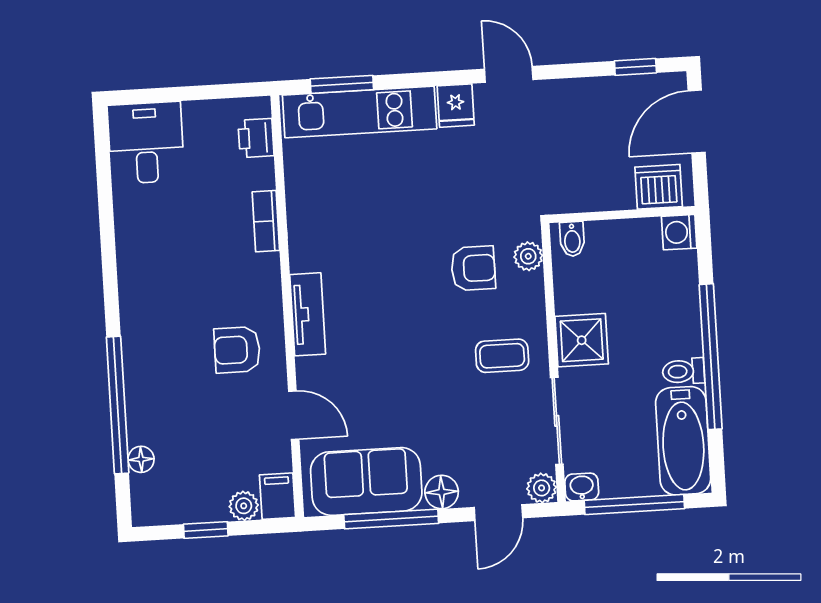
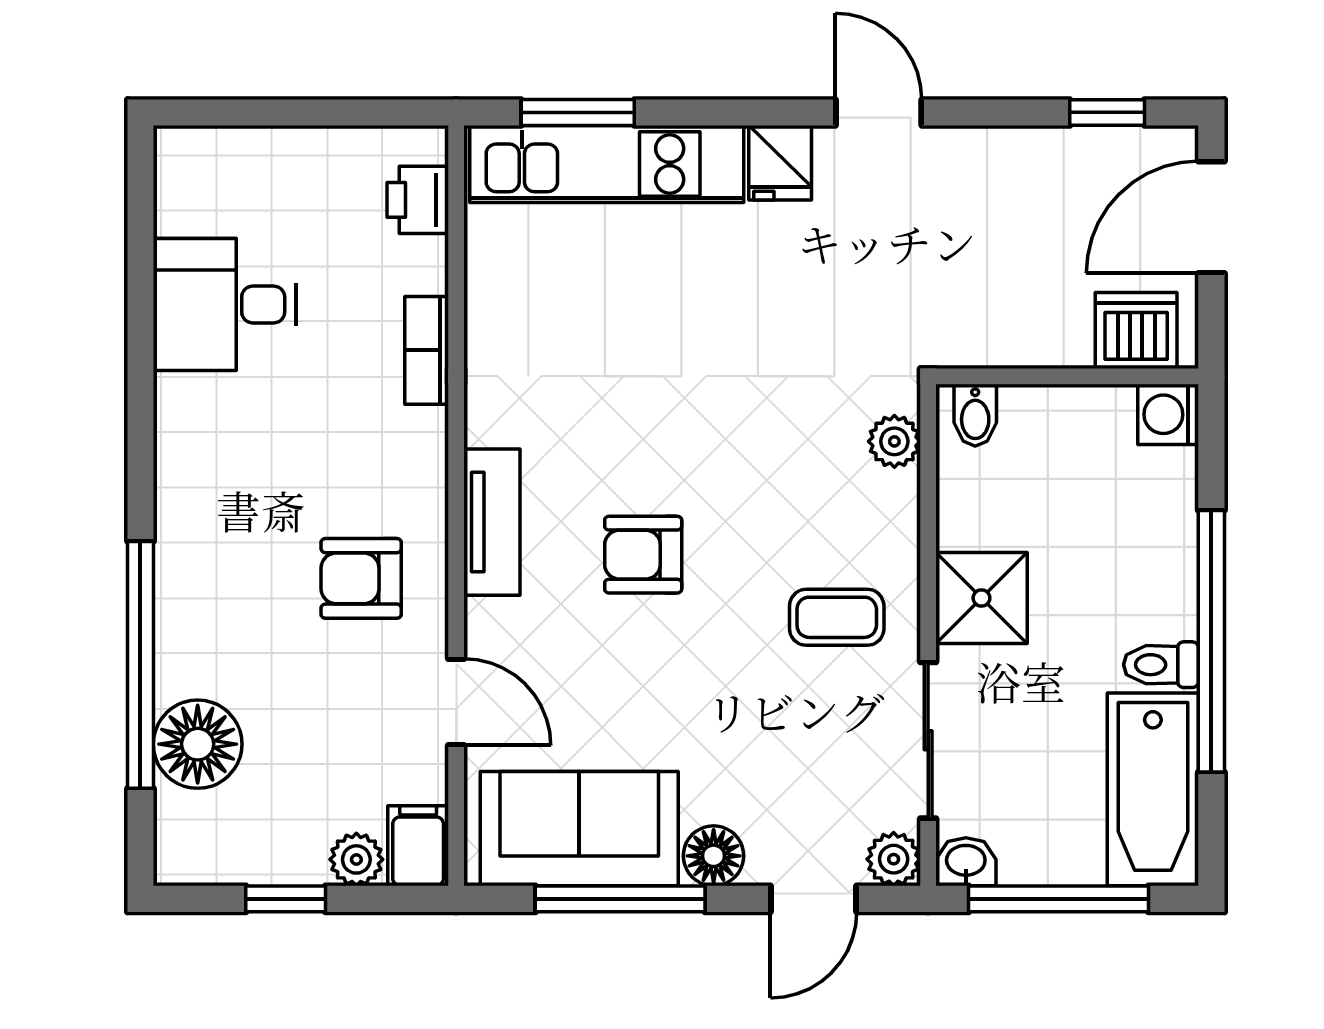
desk: (146, 143) -> (225, 304), moved, turned -90
armchair: (473, 268) -> (643, 555), moved, turned 180
floor lamp: (141, 459) -> (198, 744), width x1.89, depth x1.89

